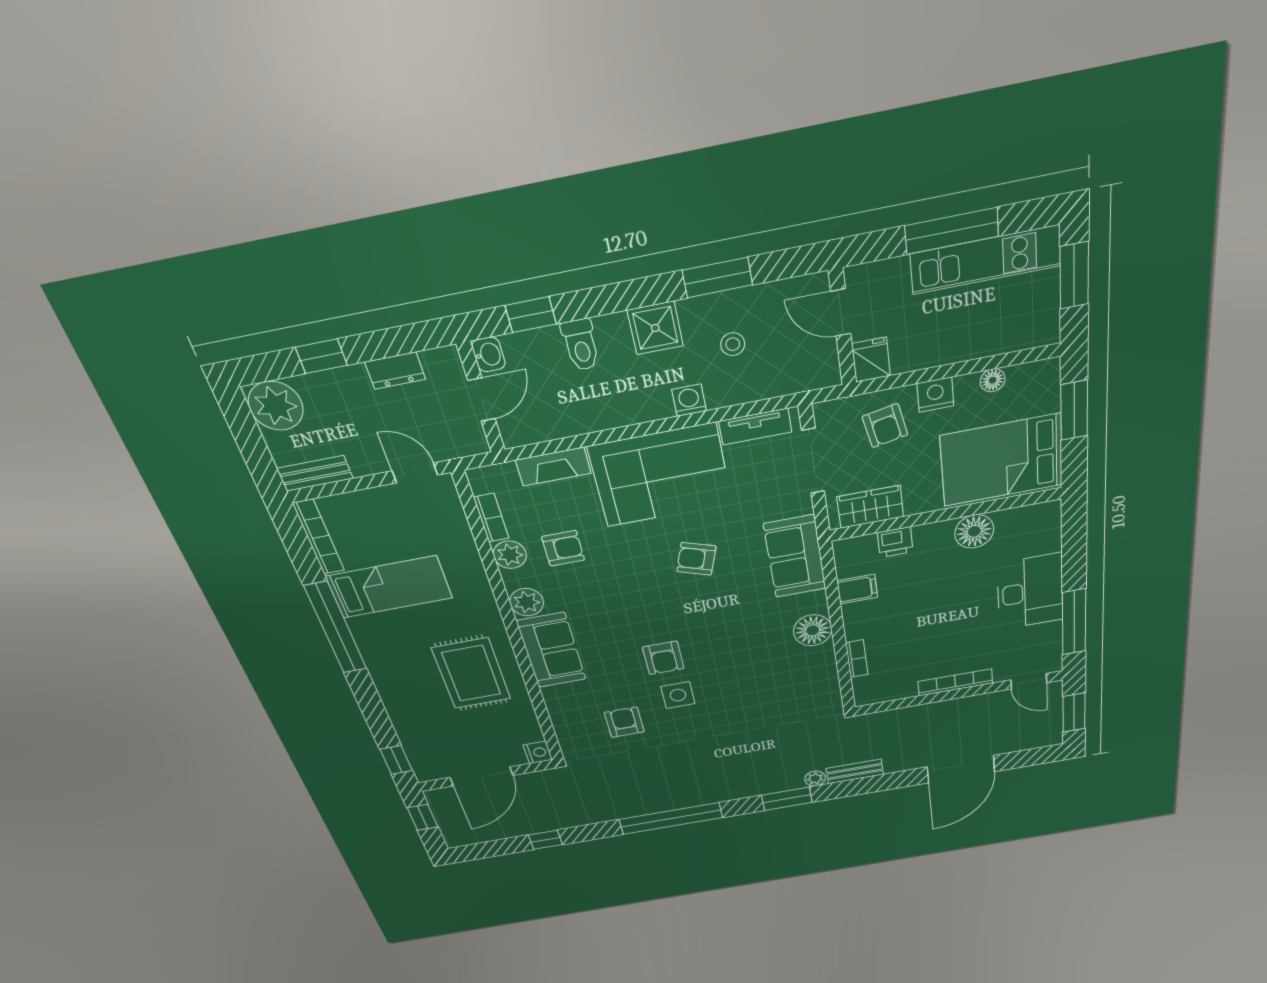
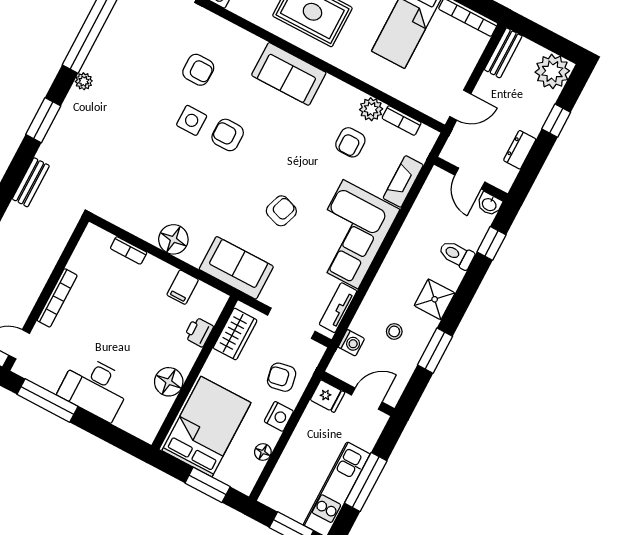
washing machine: (689, 400) -> (351, 343), moved
plant: (527, 602) -> (333, 90), removed
plant: (815, 779) -> (84, 81), moved

